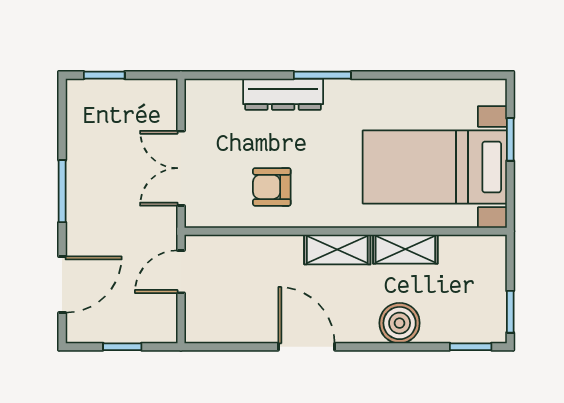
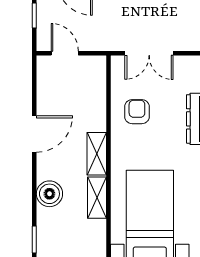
double door: (181, 168) -> (149, 53), swing flipped
door: (181, 272) -> (65, 53), moved

